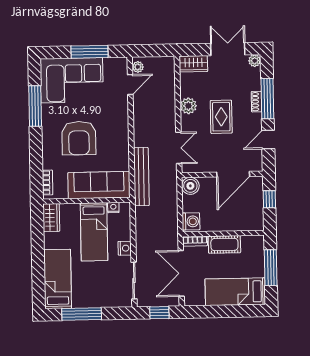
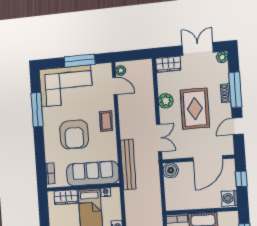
door: (130, 85) -> (115, 86), hinge flipped
rug: (221, 117) -> (195, 109), width x1.36, depth x1.43
coffee table: (118, 125) -> (106, 121), added
wardrobe: (51, 218) -> (66, 197), moved, turned 90
washing machine: (191, 221) -> (229, 198), moved, turned 180

